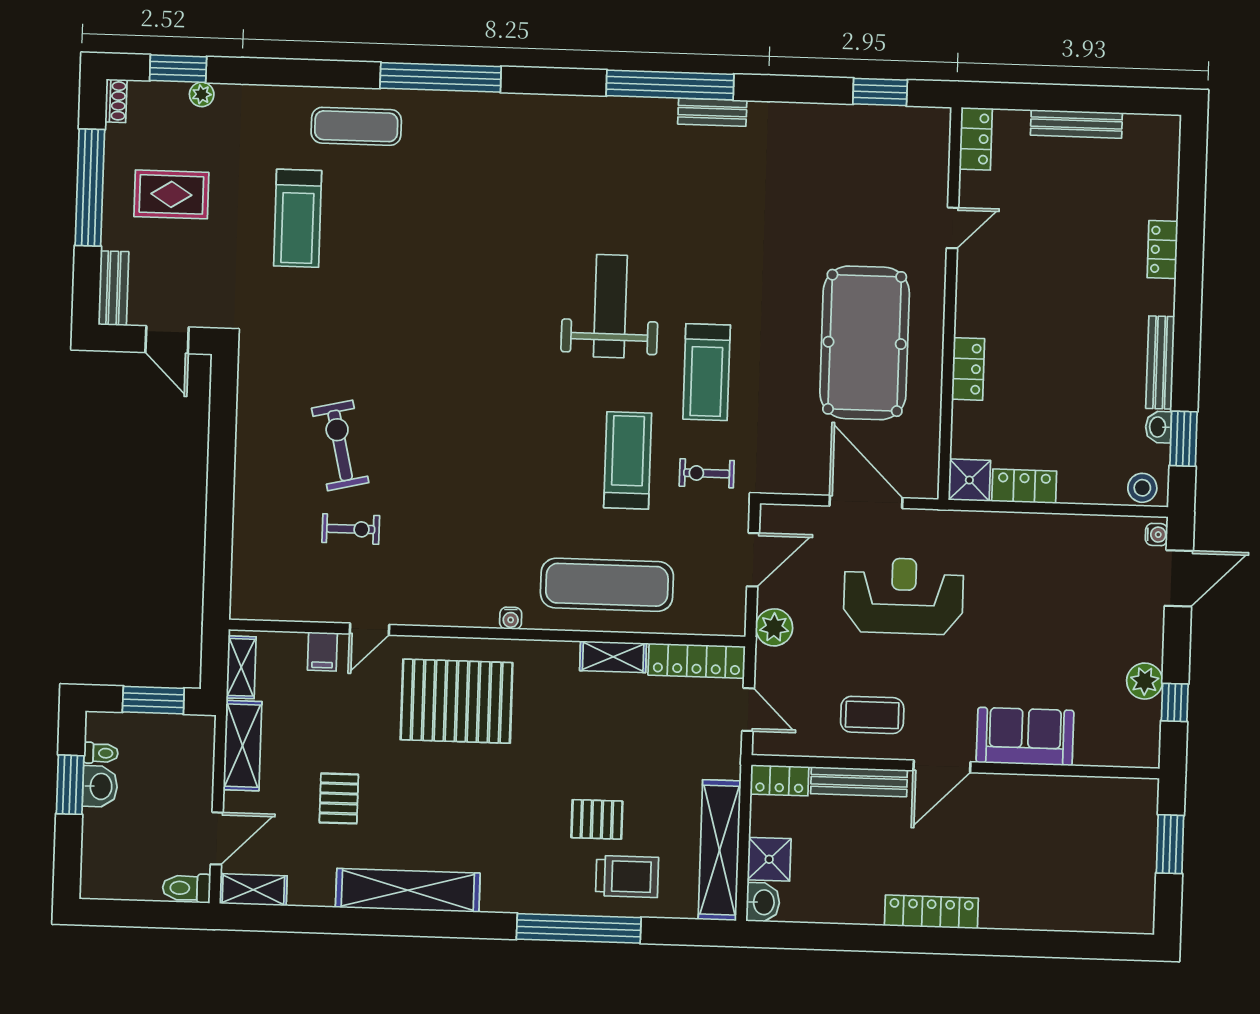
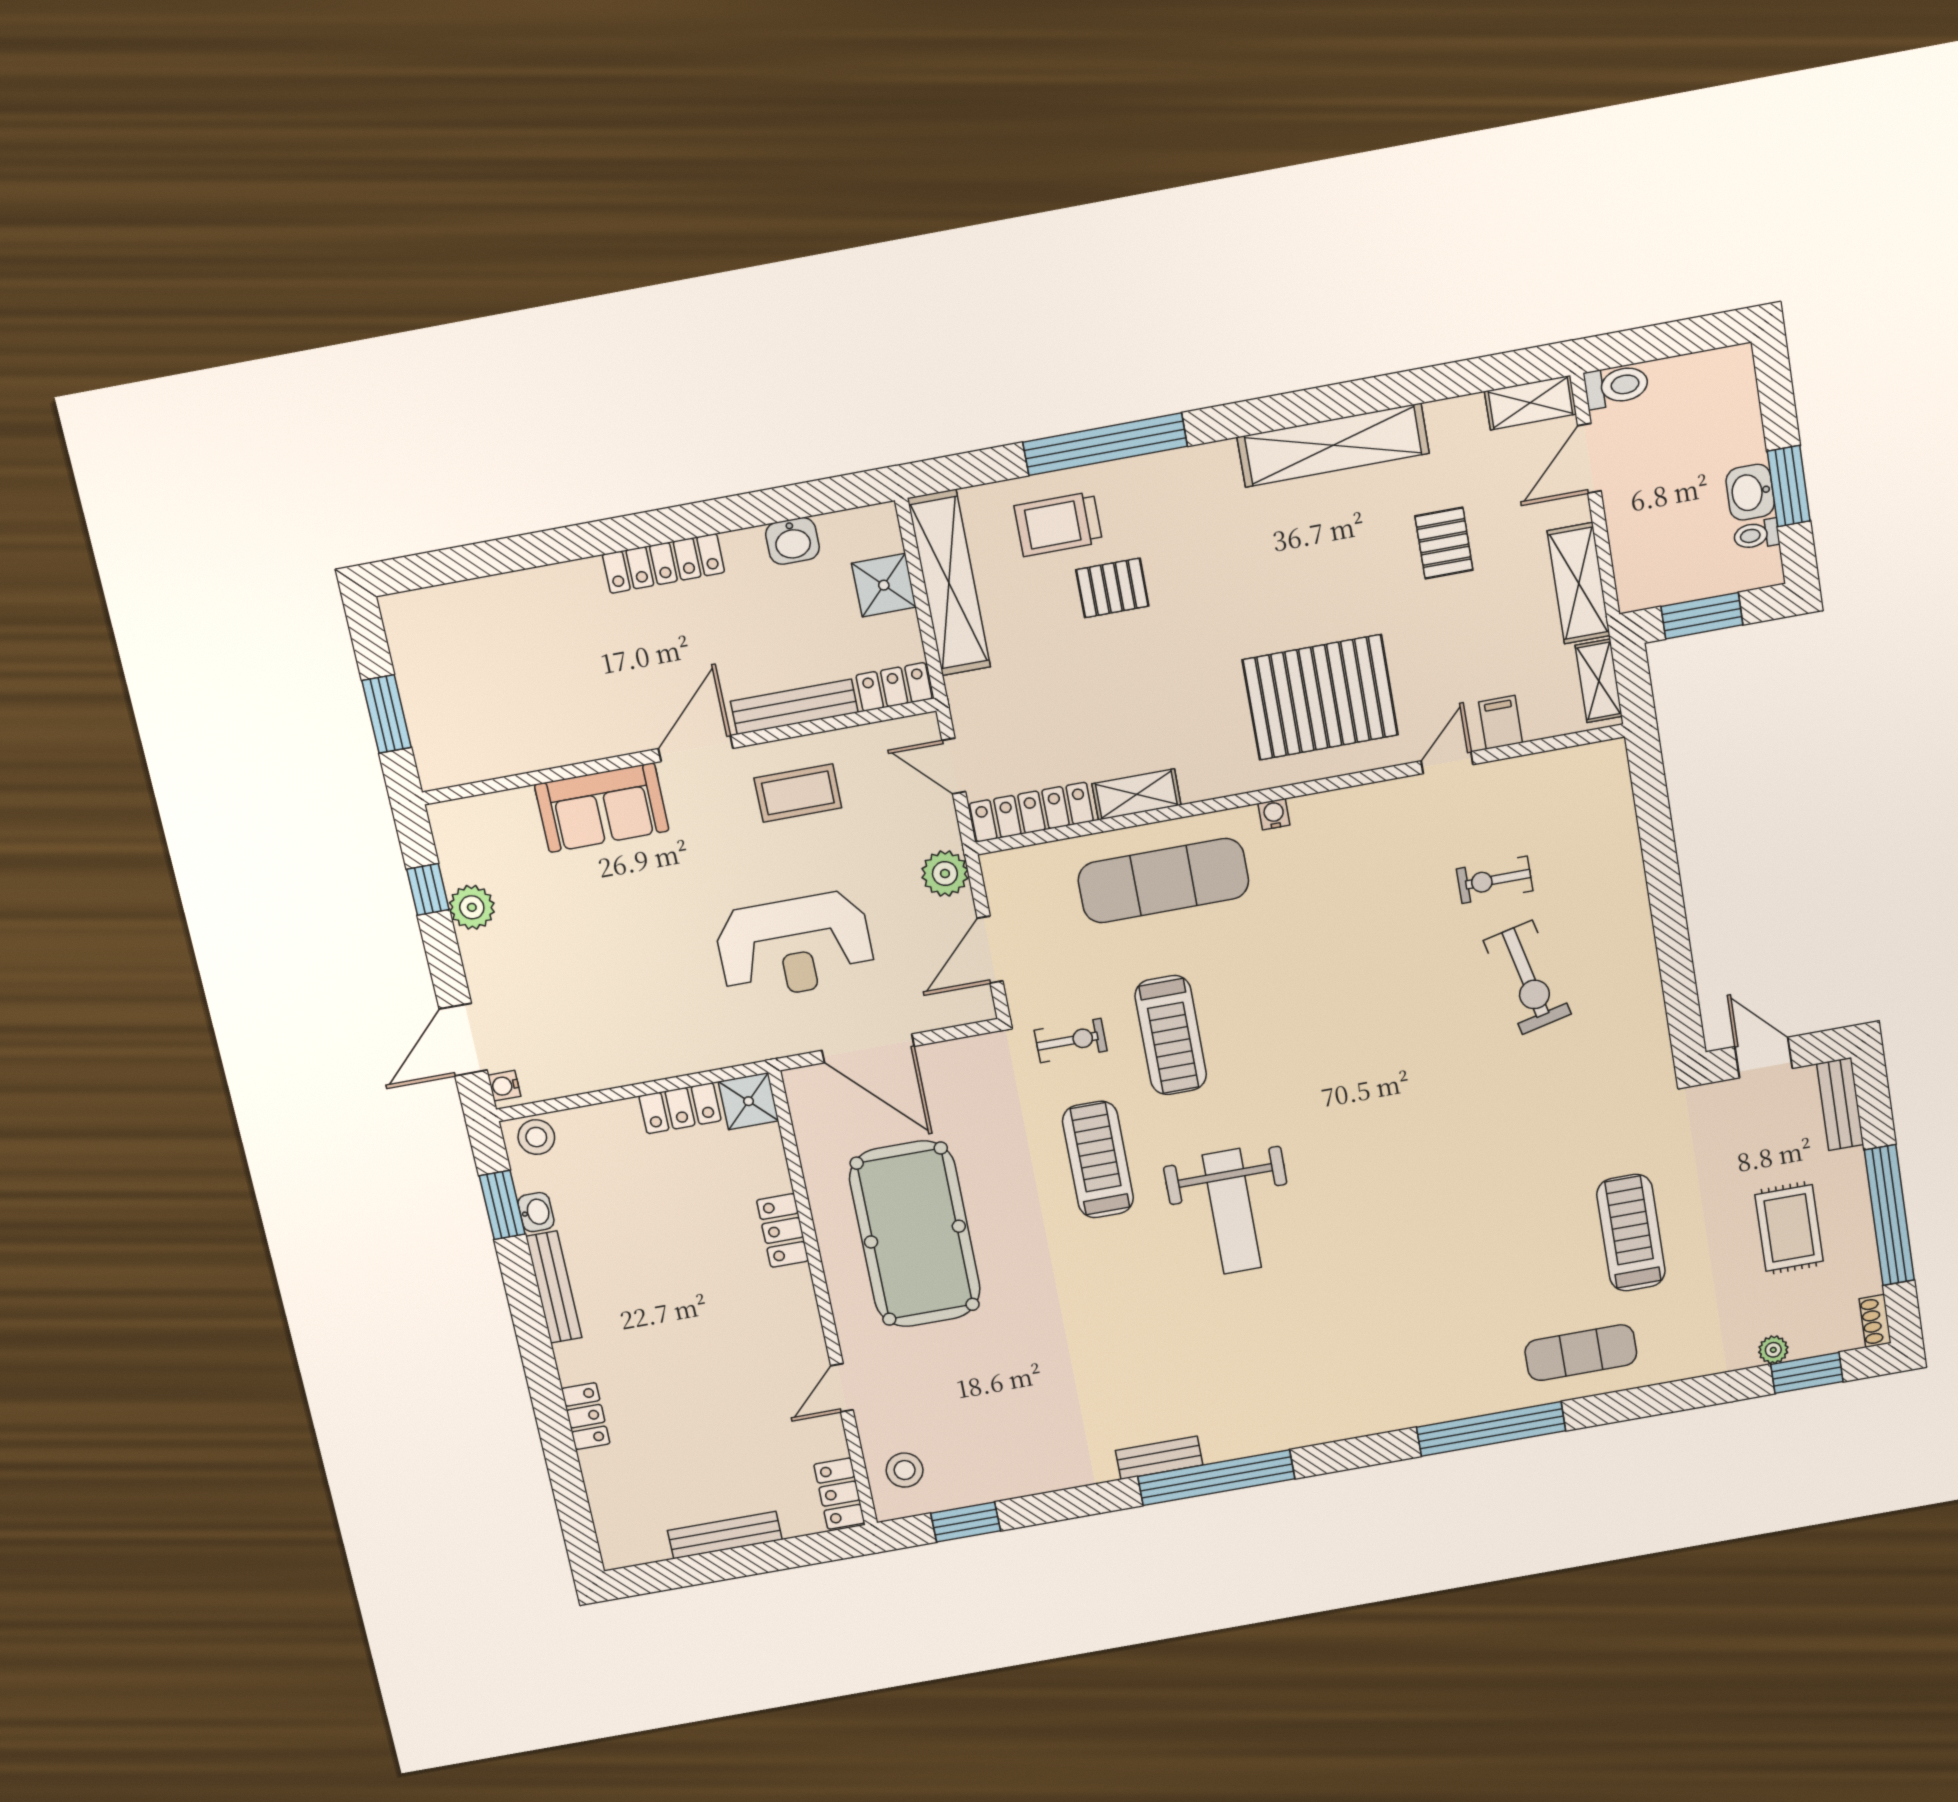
stool: (919, 147) -> (905, 1470), added
rug: (171, 194) -> (1789, 1228), turned 90
washbasin: (763, 902) -> (792, 541), moved, turned -90

